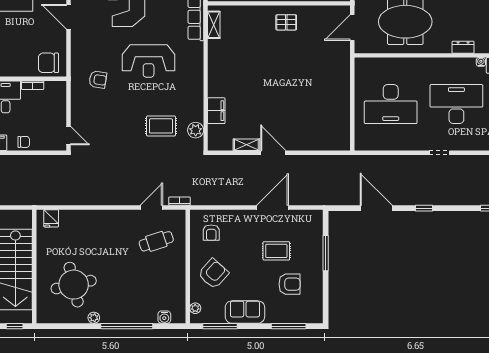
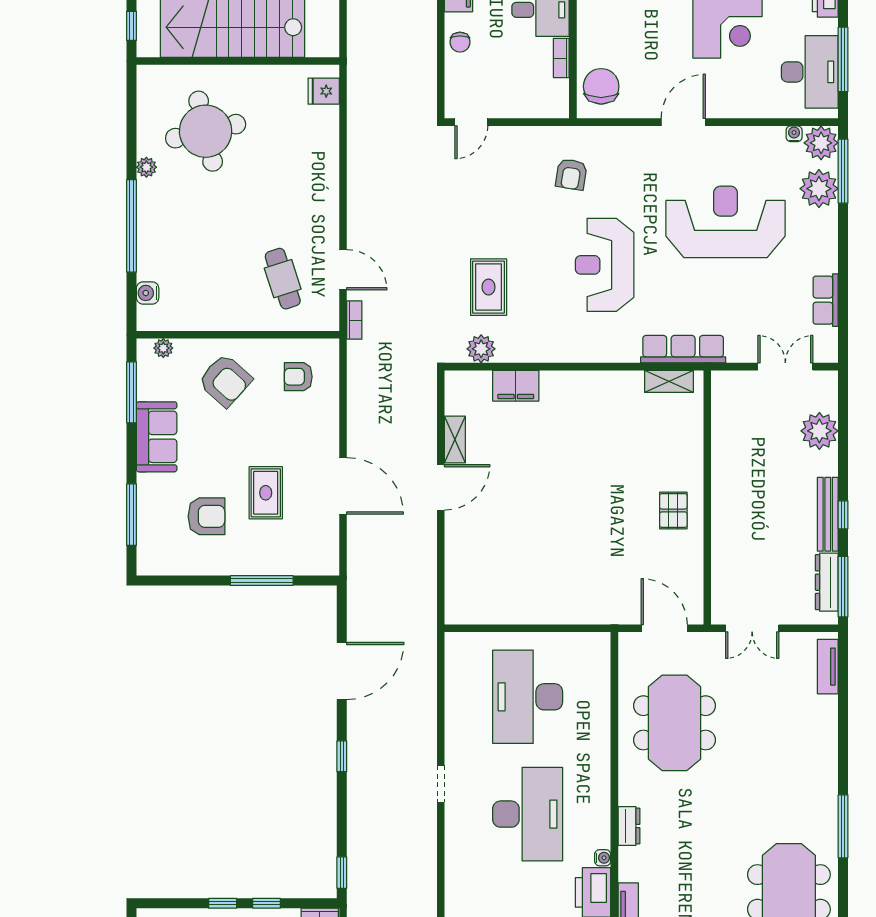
armchair: (290, 284) -> (206, 516), turned -90

